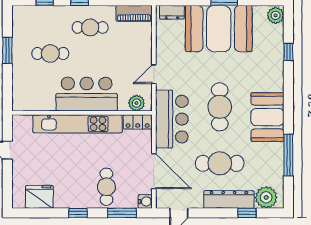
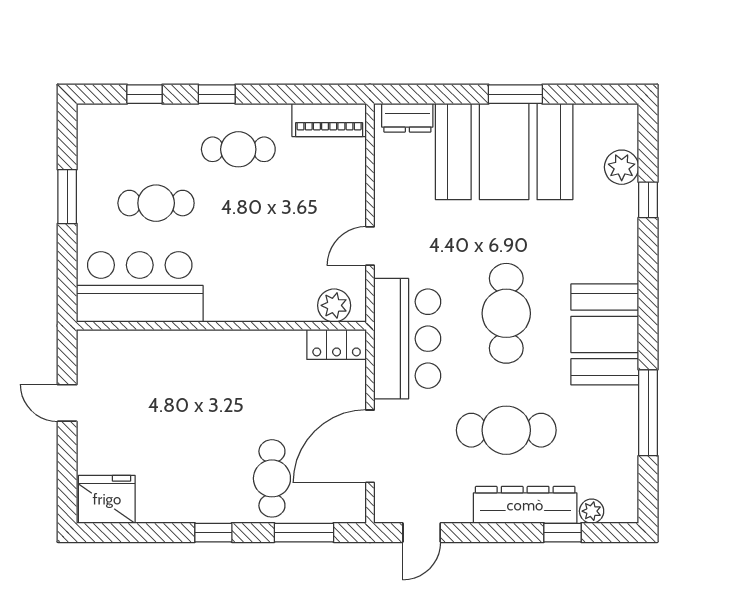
plant: (276, 15) -> (622, 167), moved
bar counter: (87, 94) -> (140, 287), moved
kitchen unit: (77, 124) -> (212, 348), removed
door: (154, 171) -> (370, 446), swing flipped
fridge: (39, 197) -> (107, 499), moved
plant: (266, 197) -> (592, 511), width x0.53, depth x0.53
water cooler: (145, 202) -> (352, 509), removed

